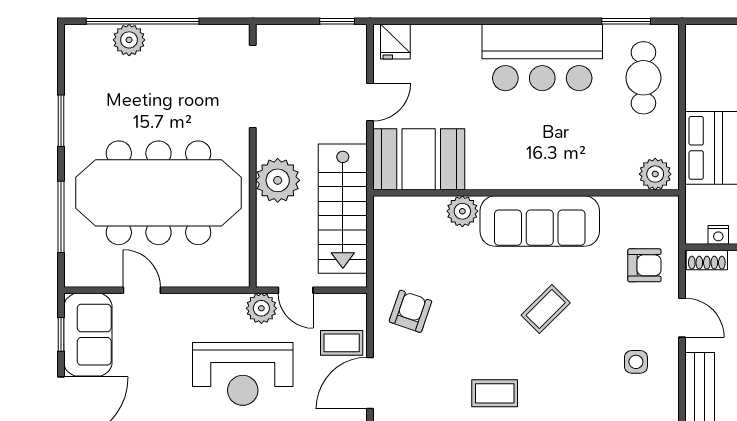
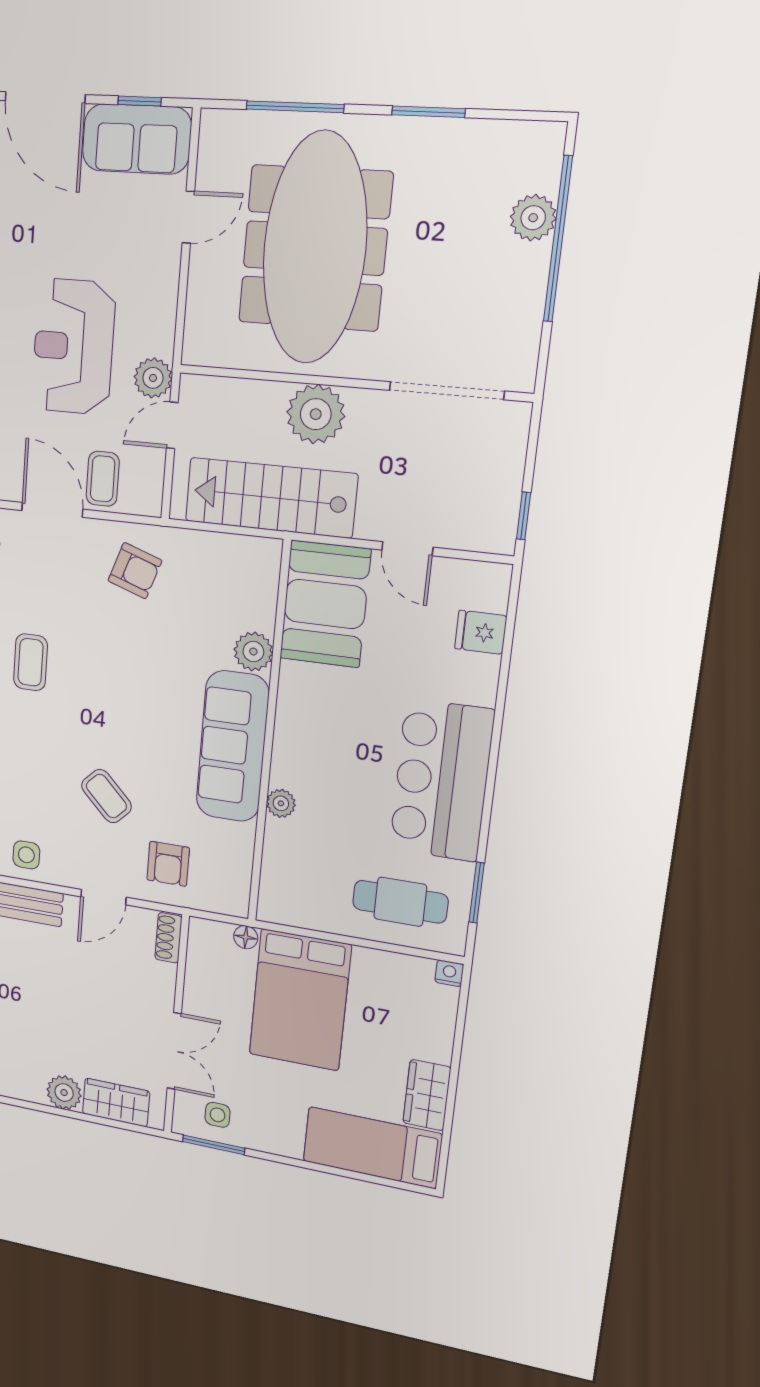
fridge: (395, 42) -> (481, 632), moved
plant: (655, 174) -> (281, 803), moved, width x0.73, depth x0.73
floor lamp: (695, 196) -> (246, 937), added
nightstand: (718, 235) -> (449, 973), moved, turned 90
coffee table: (546, 309) -> (106, 796), moved
side table: (636, 362) -> (26, 855), moved

